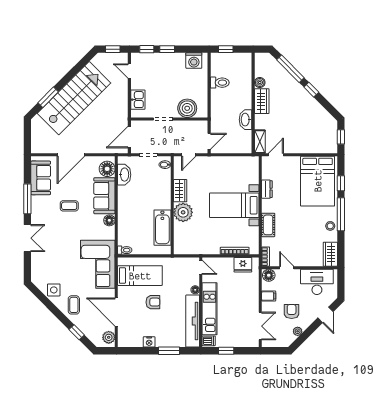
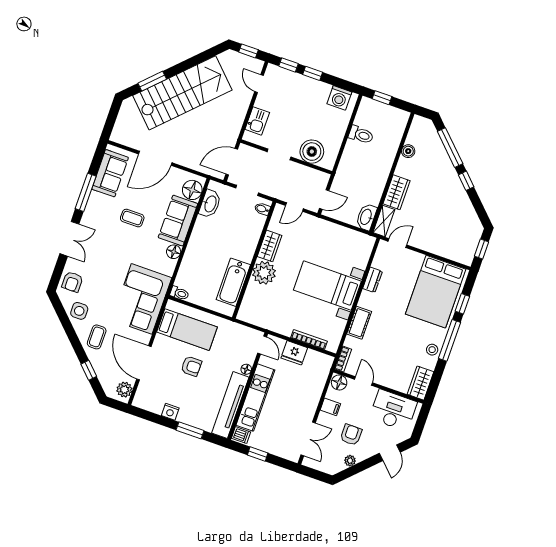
wardrobe: (262, 101) -> (396, 192), moved
washbasin: (246, 120) -> (366, 217), moved
fridge: (243, 265) -> (294, 353), moved
armchair: (41, 270) -> (72, 282), added

